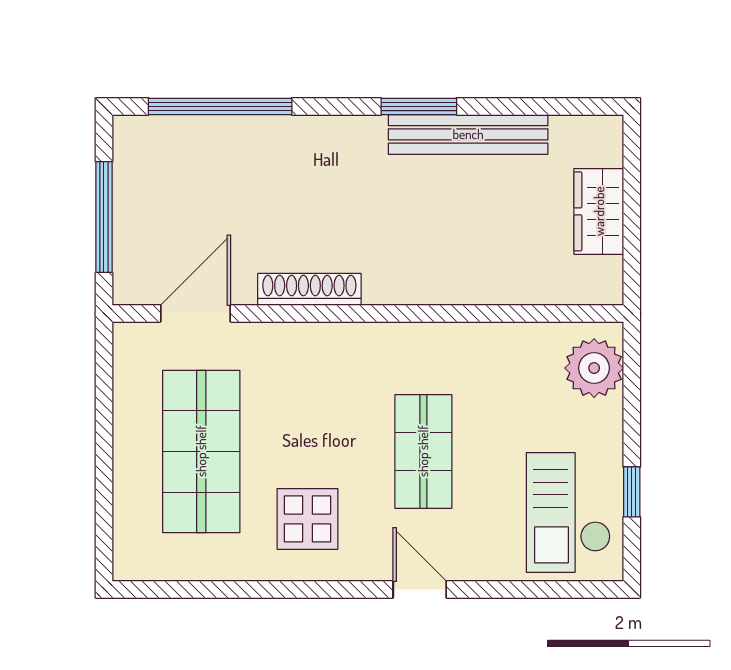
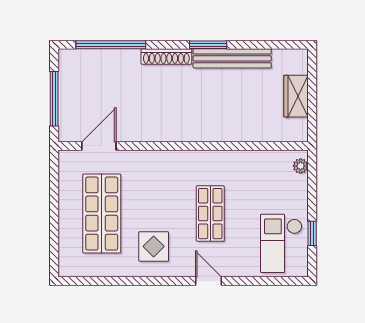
shoe rack: (309, 289) -> (166, 57), moved, turned 180
plant: (594, 368) -> (301, 166), width x0.53, depth x0.53

